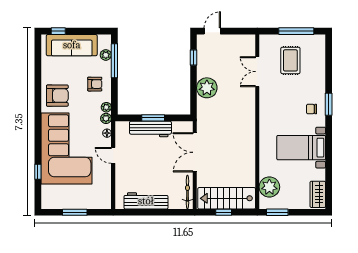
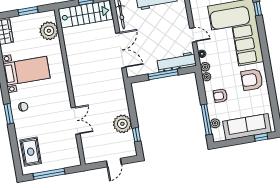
door: (212, 31) -> (114, 163), moved
rug: (290, 60) -> (31, 152), moved
double door: (257, 72) -> (76, 121), moved
plant: (207, 88) -> (122, 124), moved
window: (153, 118) -> (163, 74), width x1.44
workbench: (150, 129) -> (176, 62), moved
window: (277, 212) -> (28, 11), moved

